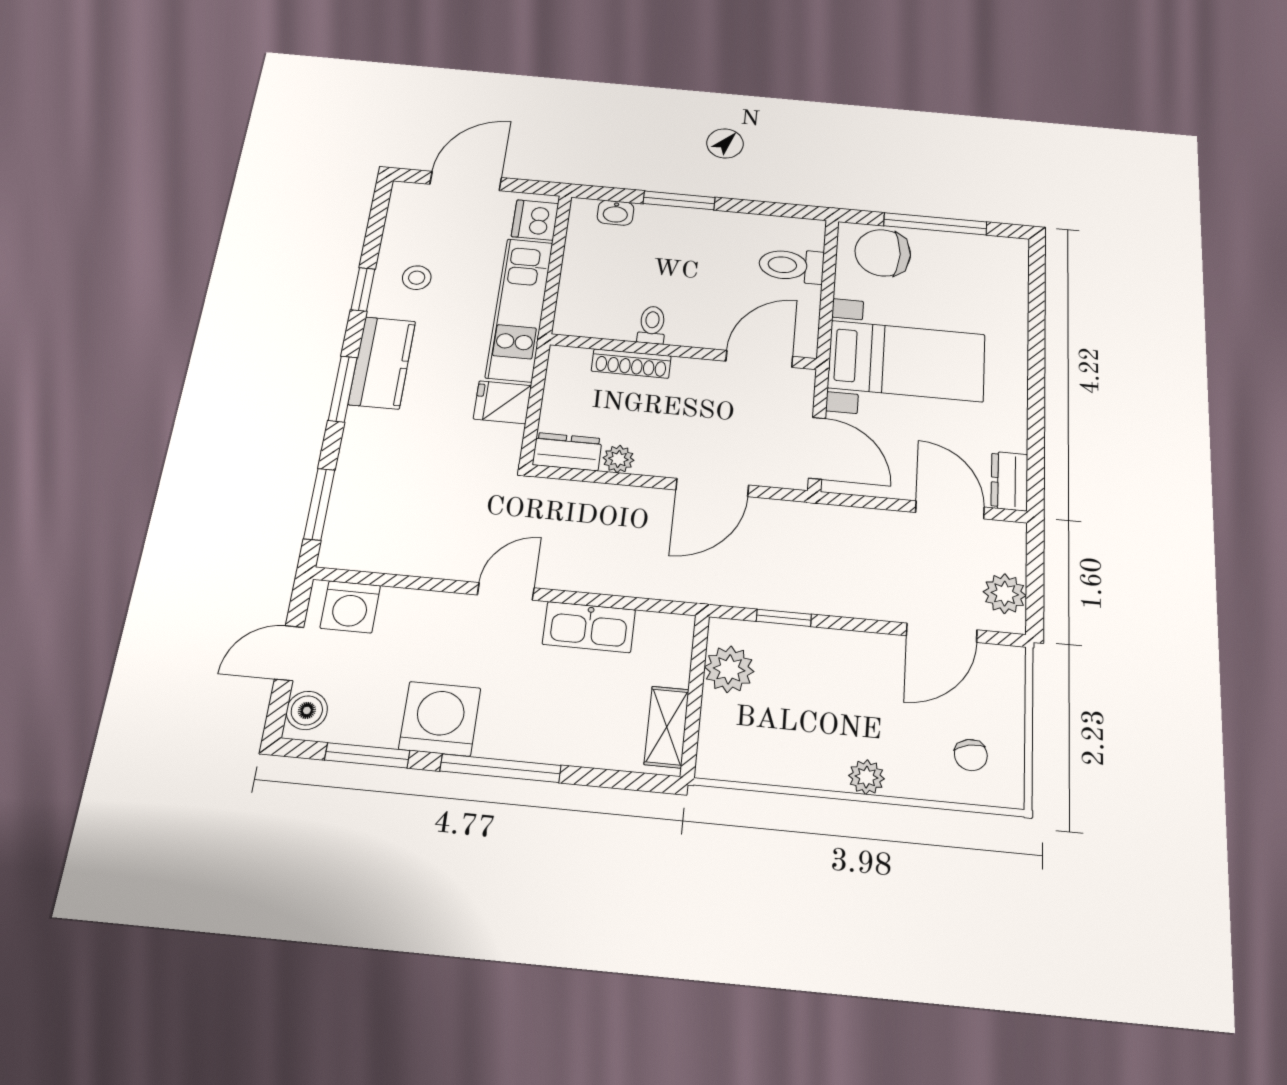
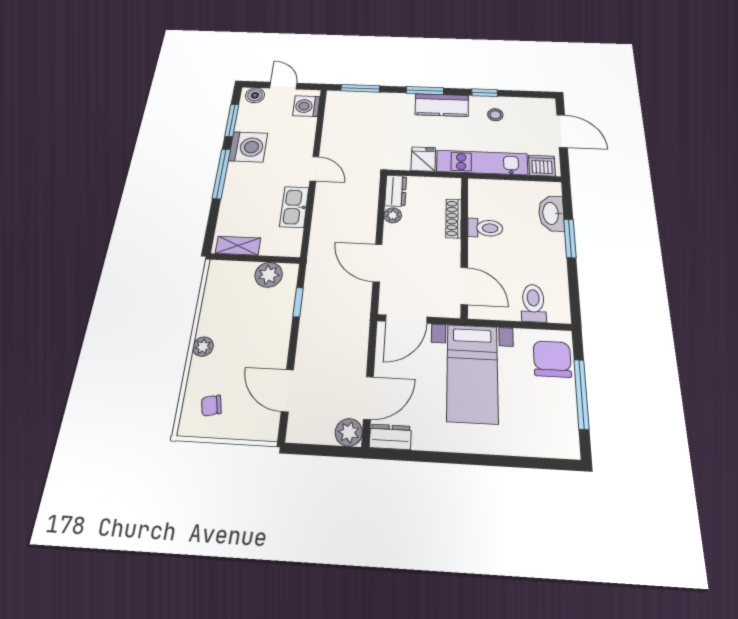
washbasin: (616, 213) -> (551, 213), width x1.91, depth x1.45
toilet: (652, 325) -> (485, 228), width x1.37, depth x1.39
plant: (1005, 594) -> (349, 432), moved

